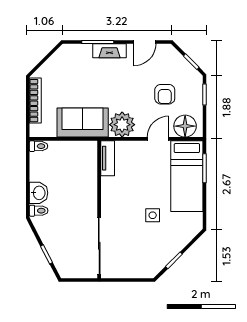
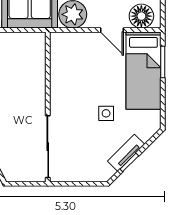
door: (158, 139) -> (112, 30), swing flipped
tv unit: (108, 158) -> (126, 153), moved, turned -135

